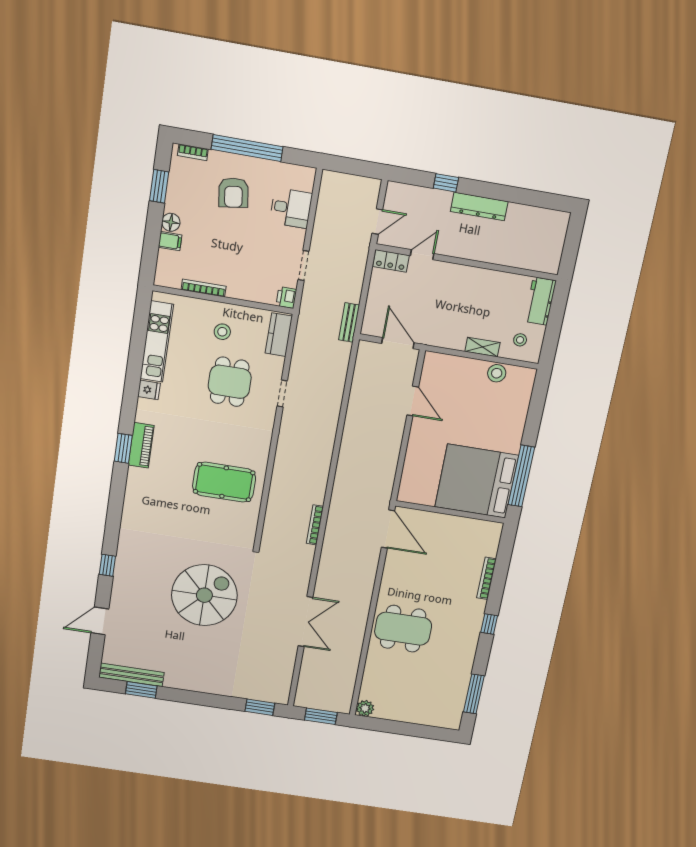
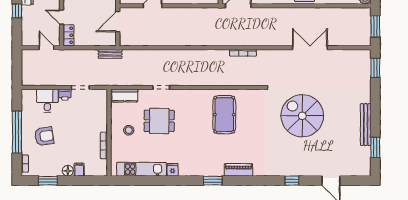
printer: (286, 298) -> (65, 95), moved
piano: (141, 445) -> (239, 170), moved
bench: (131, 675) -> (366, 125), moved

